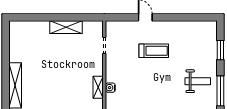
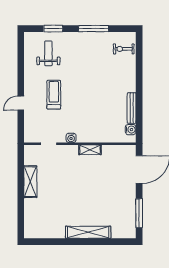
weight bench: (198, 81) -> (48, 53), moved
water cooler: (110, 88) -> (71, 138), moved

